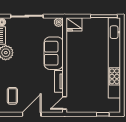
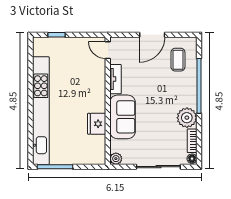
fridge: (74, 24) -> (97, 124), moved, turned -90
door: (65, 103) -> (108, 50), swing flipped

